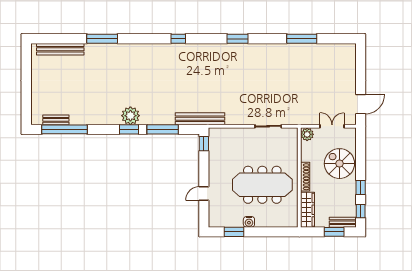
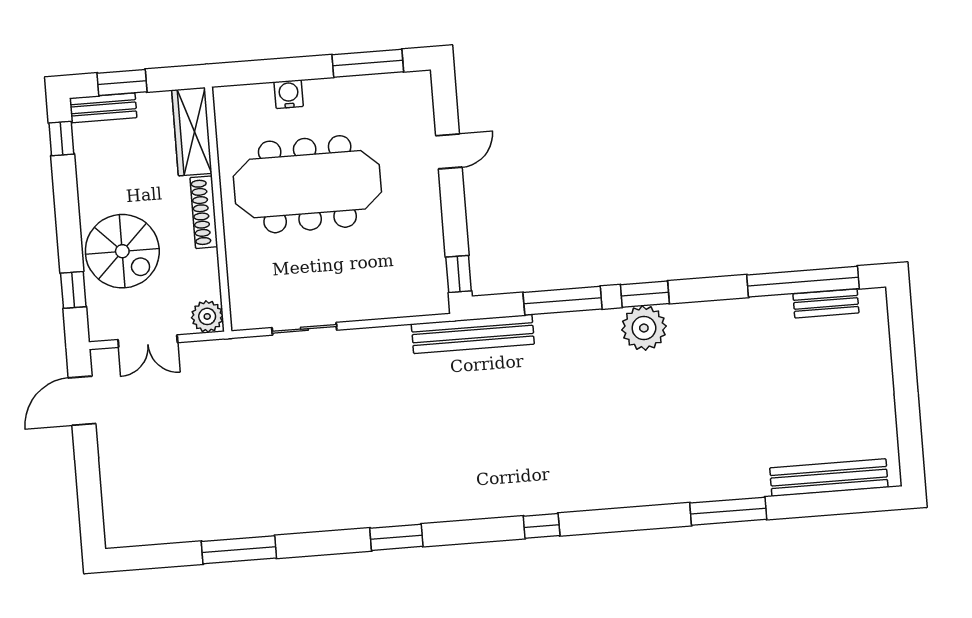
window: (361, 187) -> (73, 290), moved
water cooler: (249, 222) -> (289, 94), moved
window: (234, 232) -> (368, 63), width x1.44

